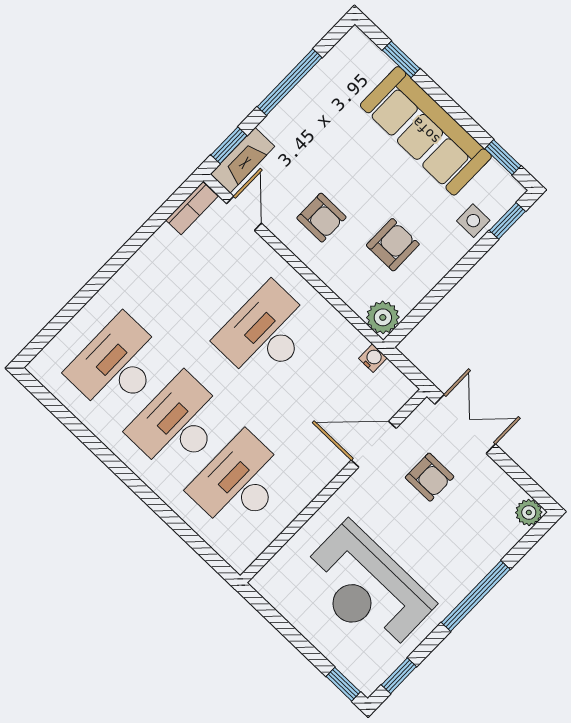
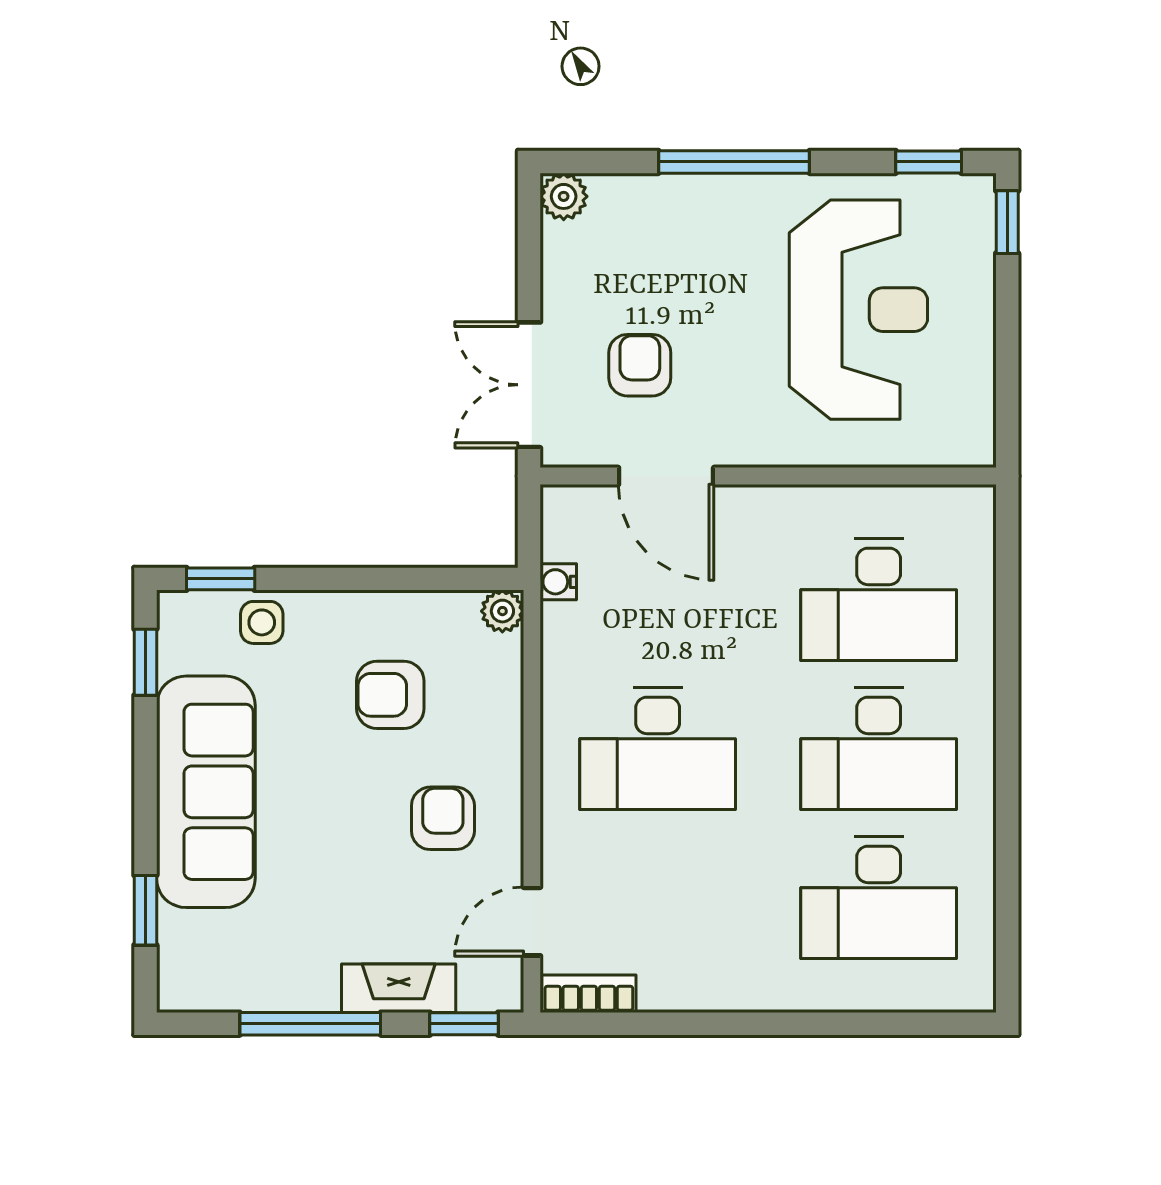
fireplace: (243, 160) -> (399, 988), moved
plant: (383, 317) -> (502, 611), width x0.73, depth x0.73

